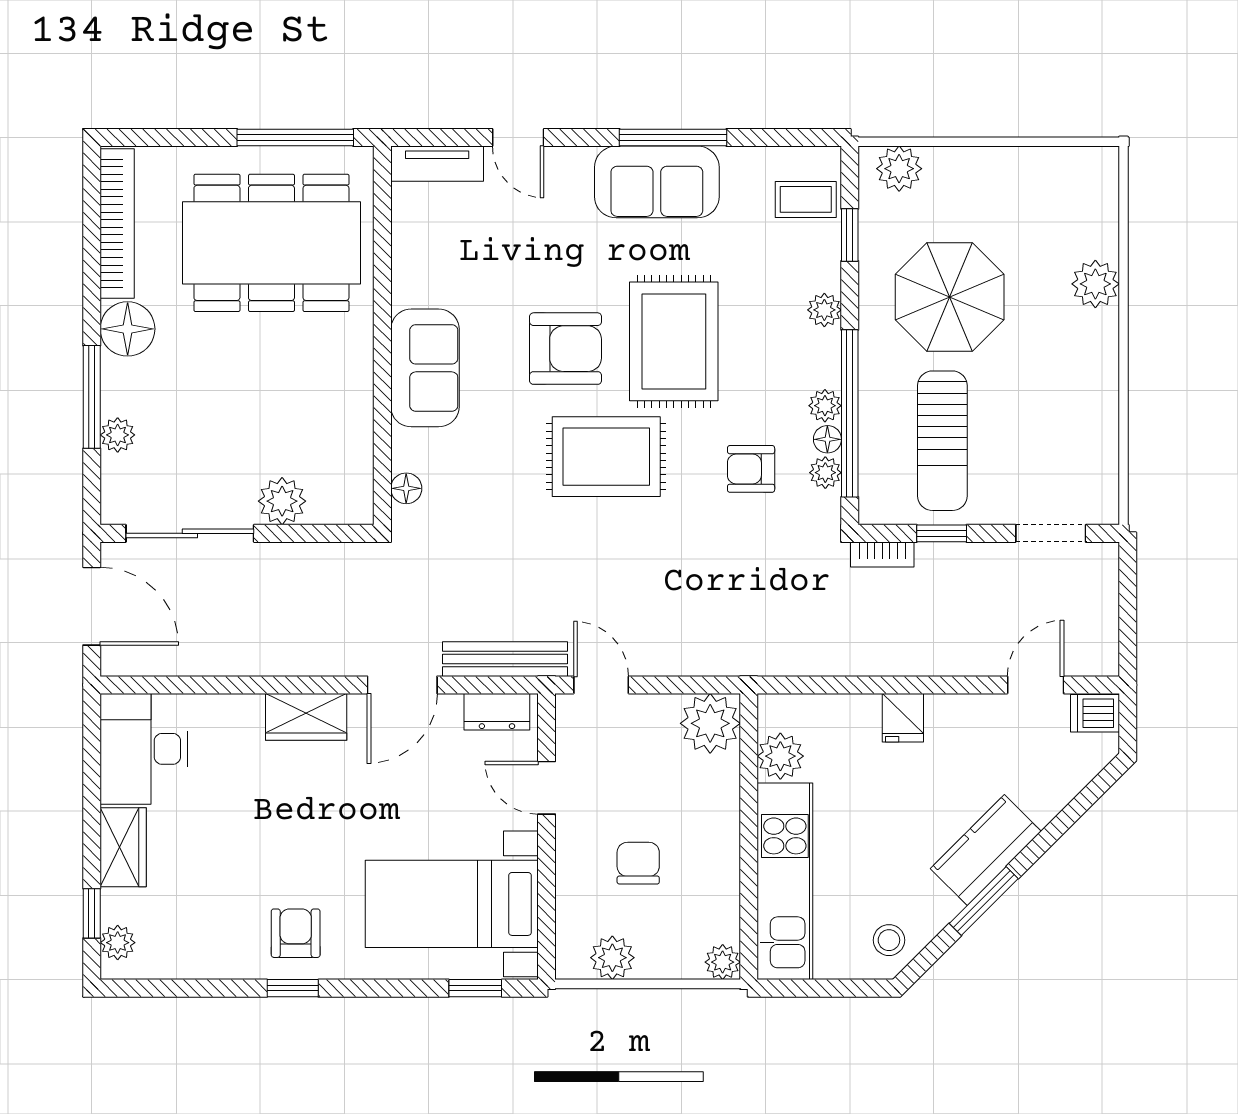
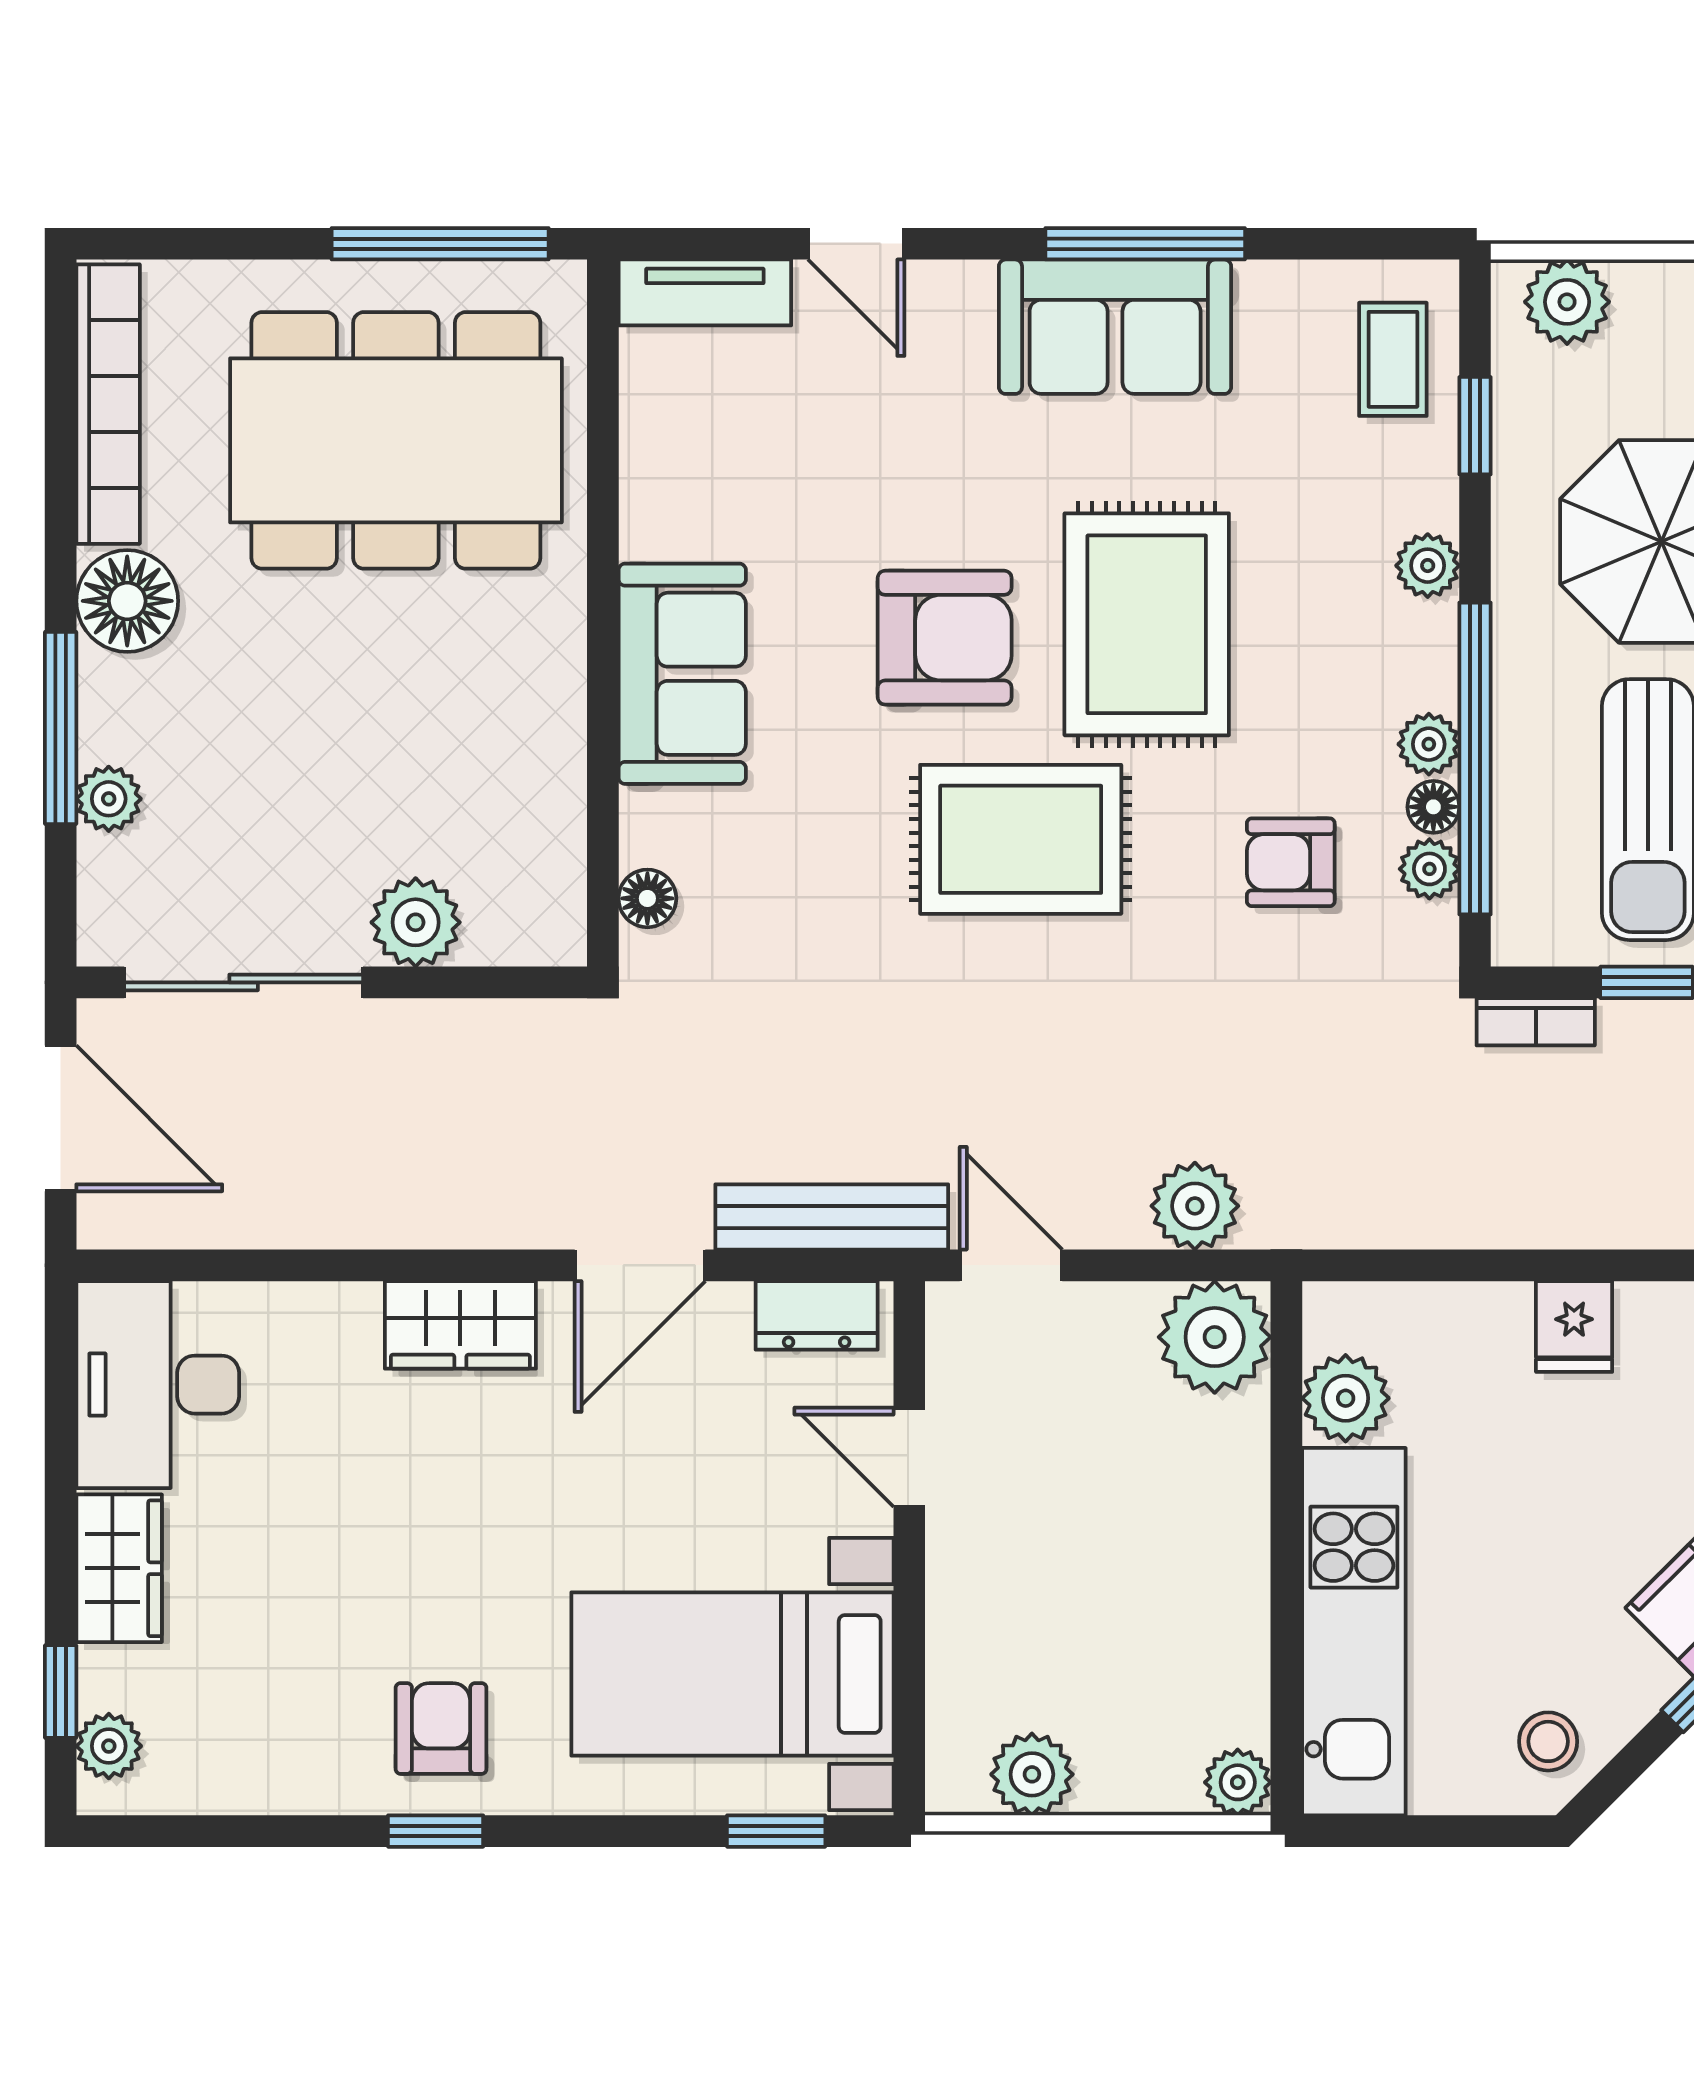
coffee table: (806, 199) -> (1393, 359), turned 90
plant: (700, 653) -> (1195, 1206), added
chair: (638, 863) -> (1080, 1598), removed

